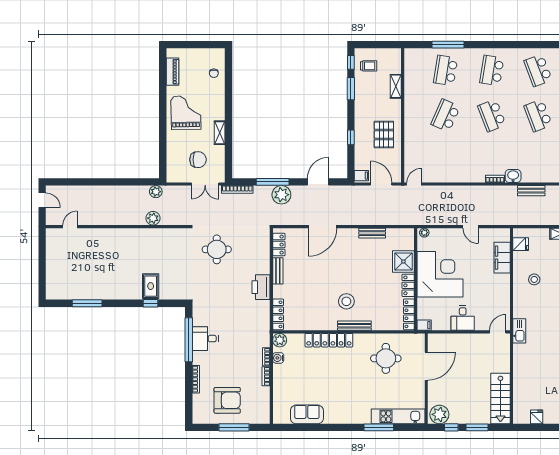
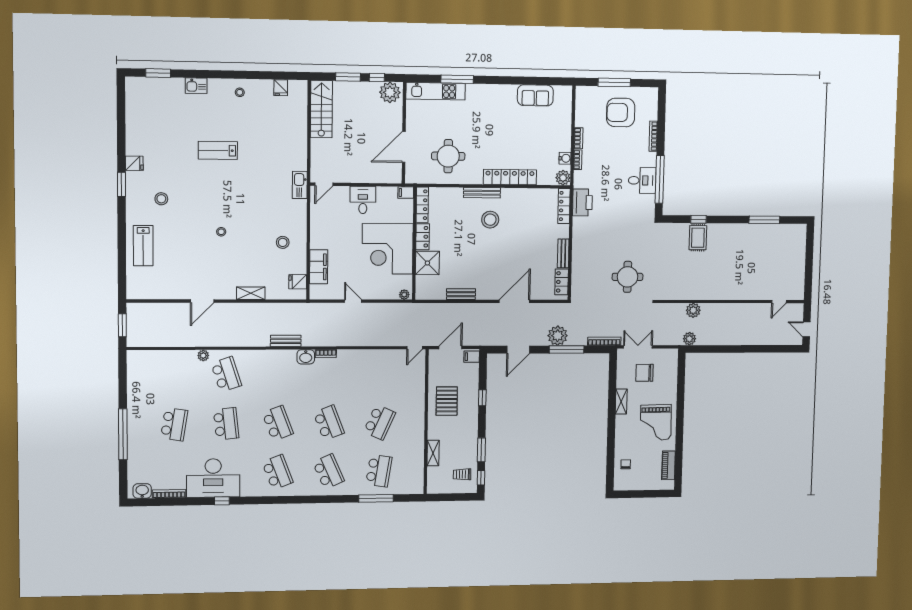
school desk: (492, 70) -> (328, 471), turned -33
door: (381, 184) -> (450, 348), swing flipped
printer: (261, 287) -> (582, 202), moved

